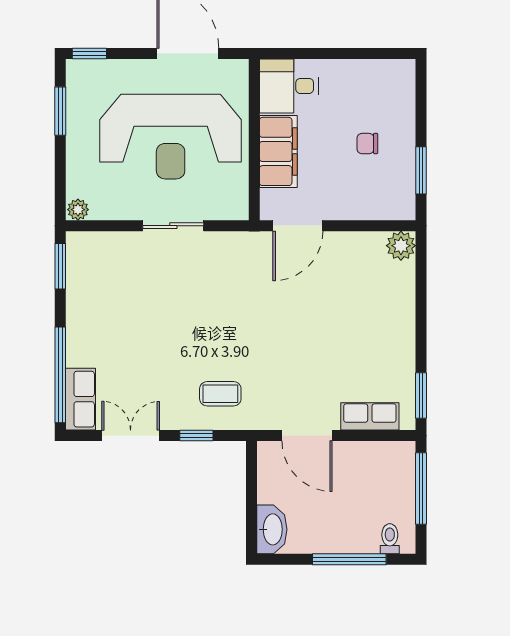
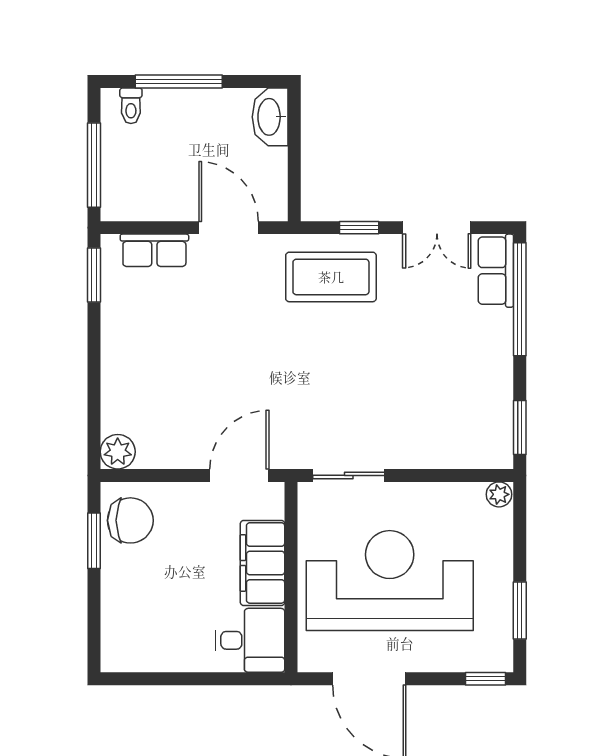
chair: (367, 144) -> (130, 520), moved, width x1.87, depth x1.87
sliding door: (173, 226) -> (349, 475), moved
coffee table: (220, 394) -> (331, 277), width x1.86, depth x1.72

